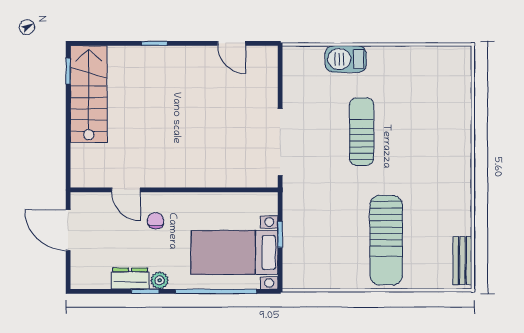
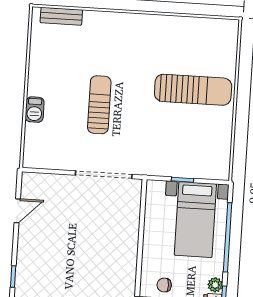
barbecue: (346, 59) -> (35, 110), width x0.73, depth x0.79
sun lounger: (362, 132) -> (99, 105), turned 90
bench: (462, 261) -> (61, 16), moved

